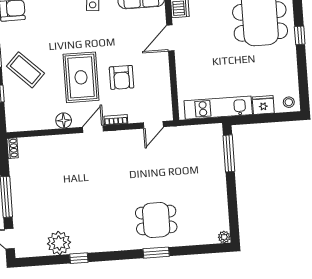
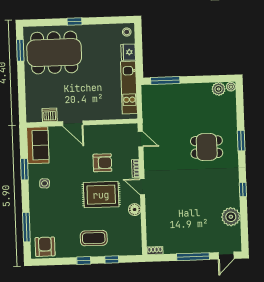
coffee table: (25, 70) -> (94, 238), turned 46
dining table: (156, 220) -> (207, 147), moved, turned 90
plant: (221, 221) -> (219, 89), added
window: (79, 258) -> (243, 189), moved

